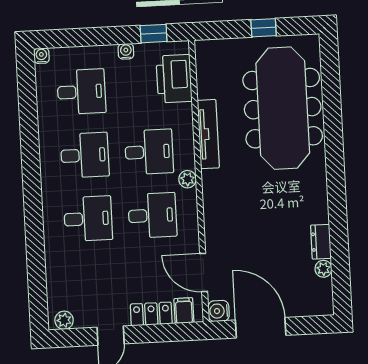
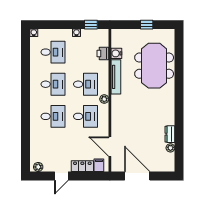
printer: (174, 79) -> (103, 54), width x0.53, depth x0.68
meeting table: (283, 108) -> (154, 66), width x0.73
water cooler: (219, 311) -> (116, 53), moved

